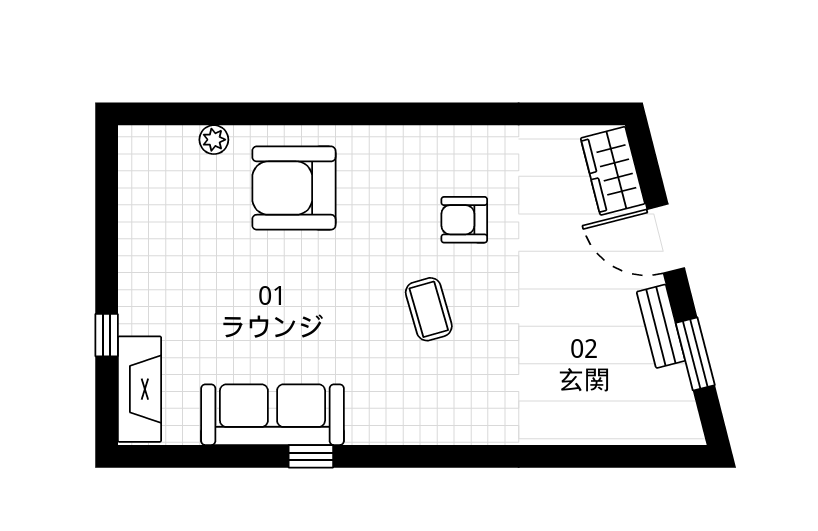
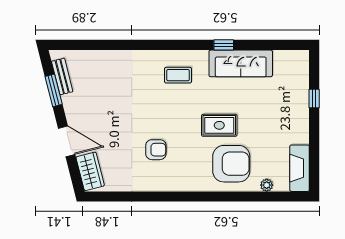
rug: (321, 275) -> (219, 125), added
coffee table: (429, 309) -> (178, 75), moved, turned -74
bench: (661, 326) -> (62, 77), moved
fireplace: (140, 389) -> (300, 168), moved

